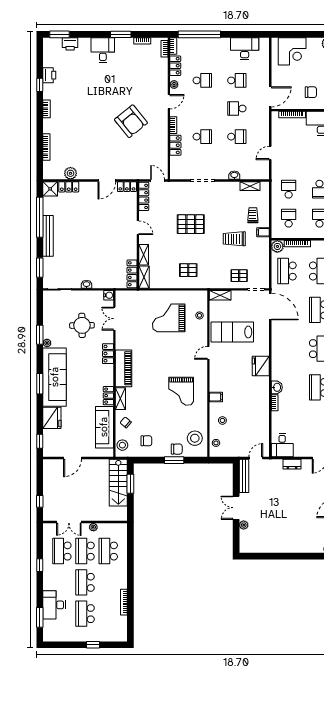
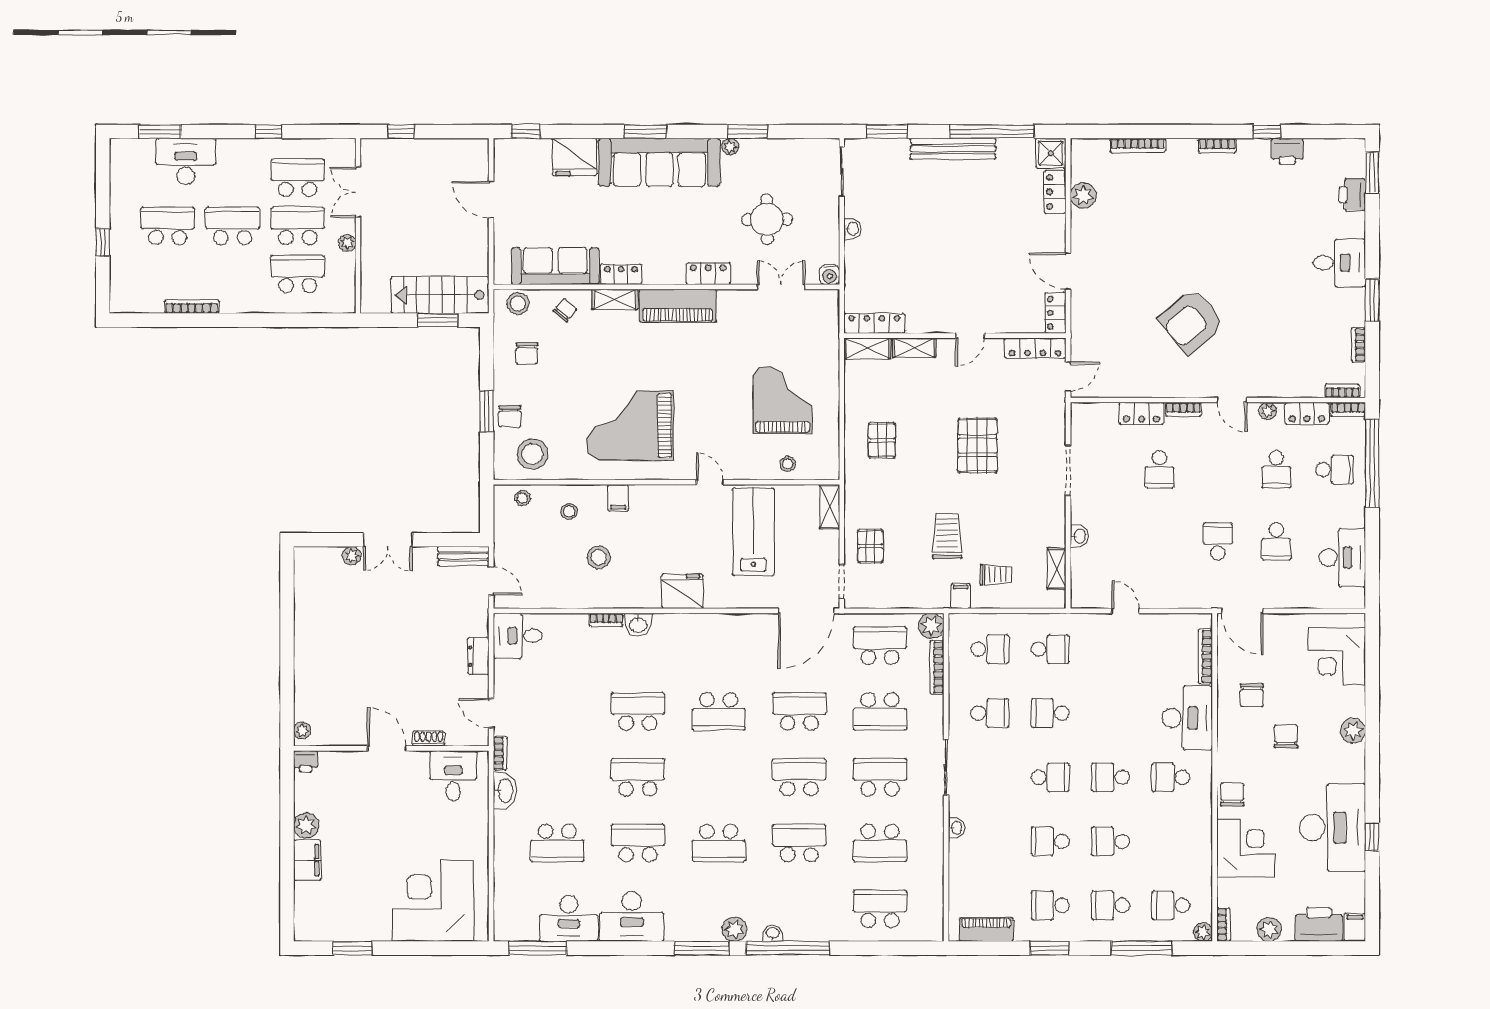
school desk: (237, 137) -> (1335, 469), moved, turned -90
grand piano: (181, 391) -> (630, 425), width x1.37, depth x1.48
stool: (244, 406) -> (599, 557), added
bench: (244, 476) -> (463, 556), width x0.73
double door: (236, 508) -> (388, 540), swing flipped

